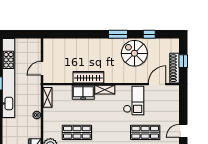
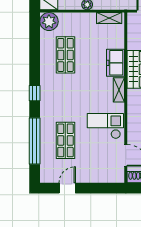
checkout: (134, 100) -> (105, 126), turned 180
door: (183, 131) -> (67, 188), hinge flipped

